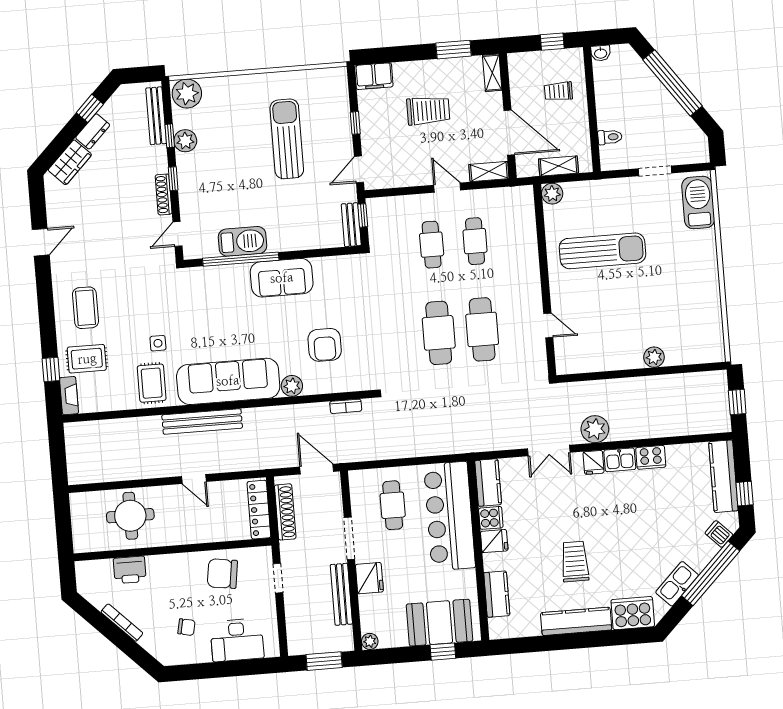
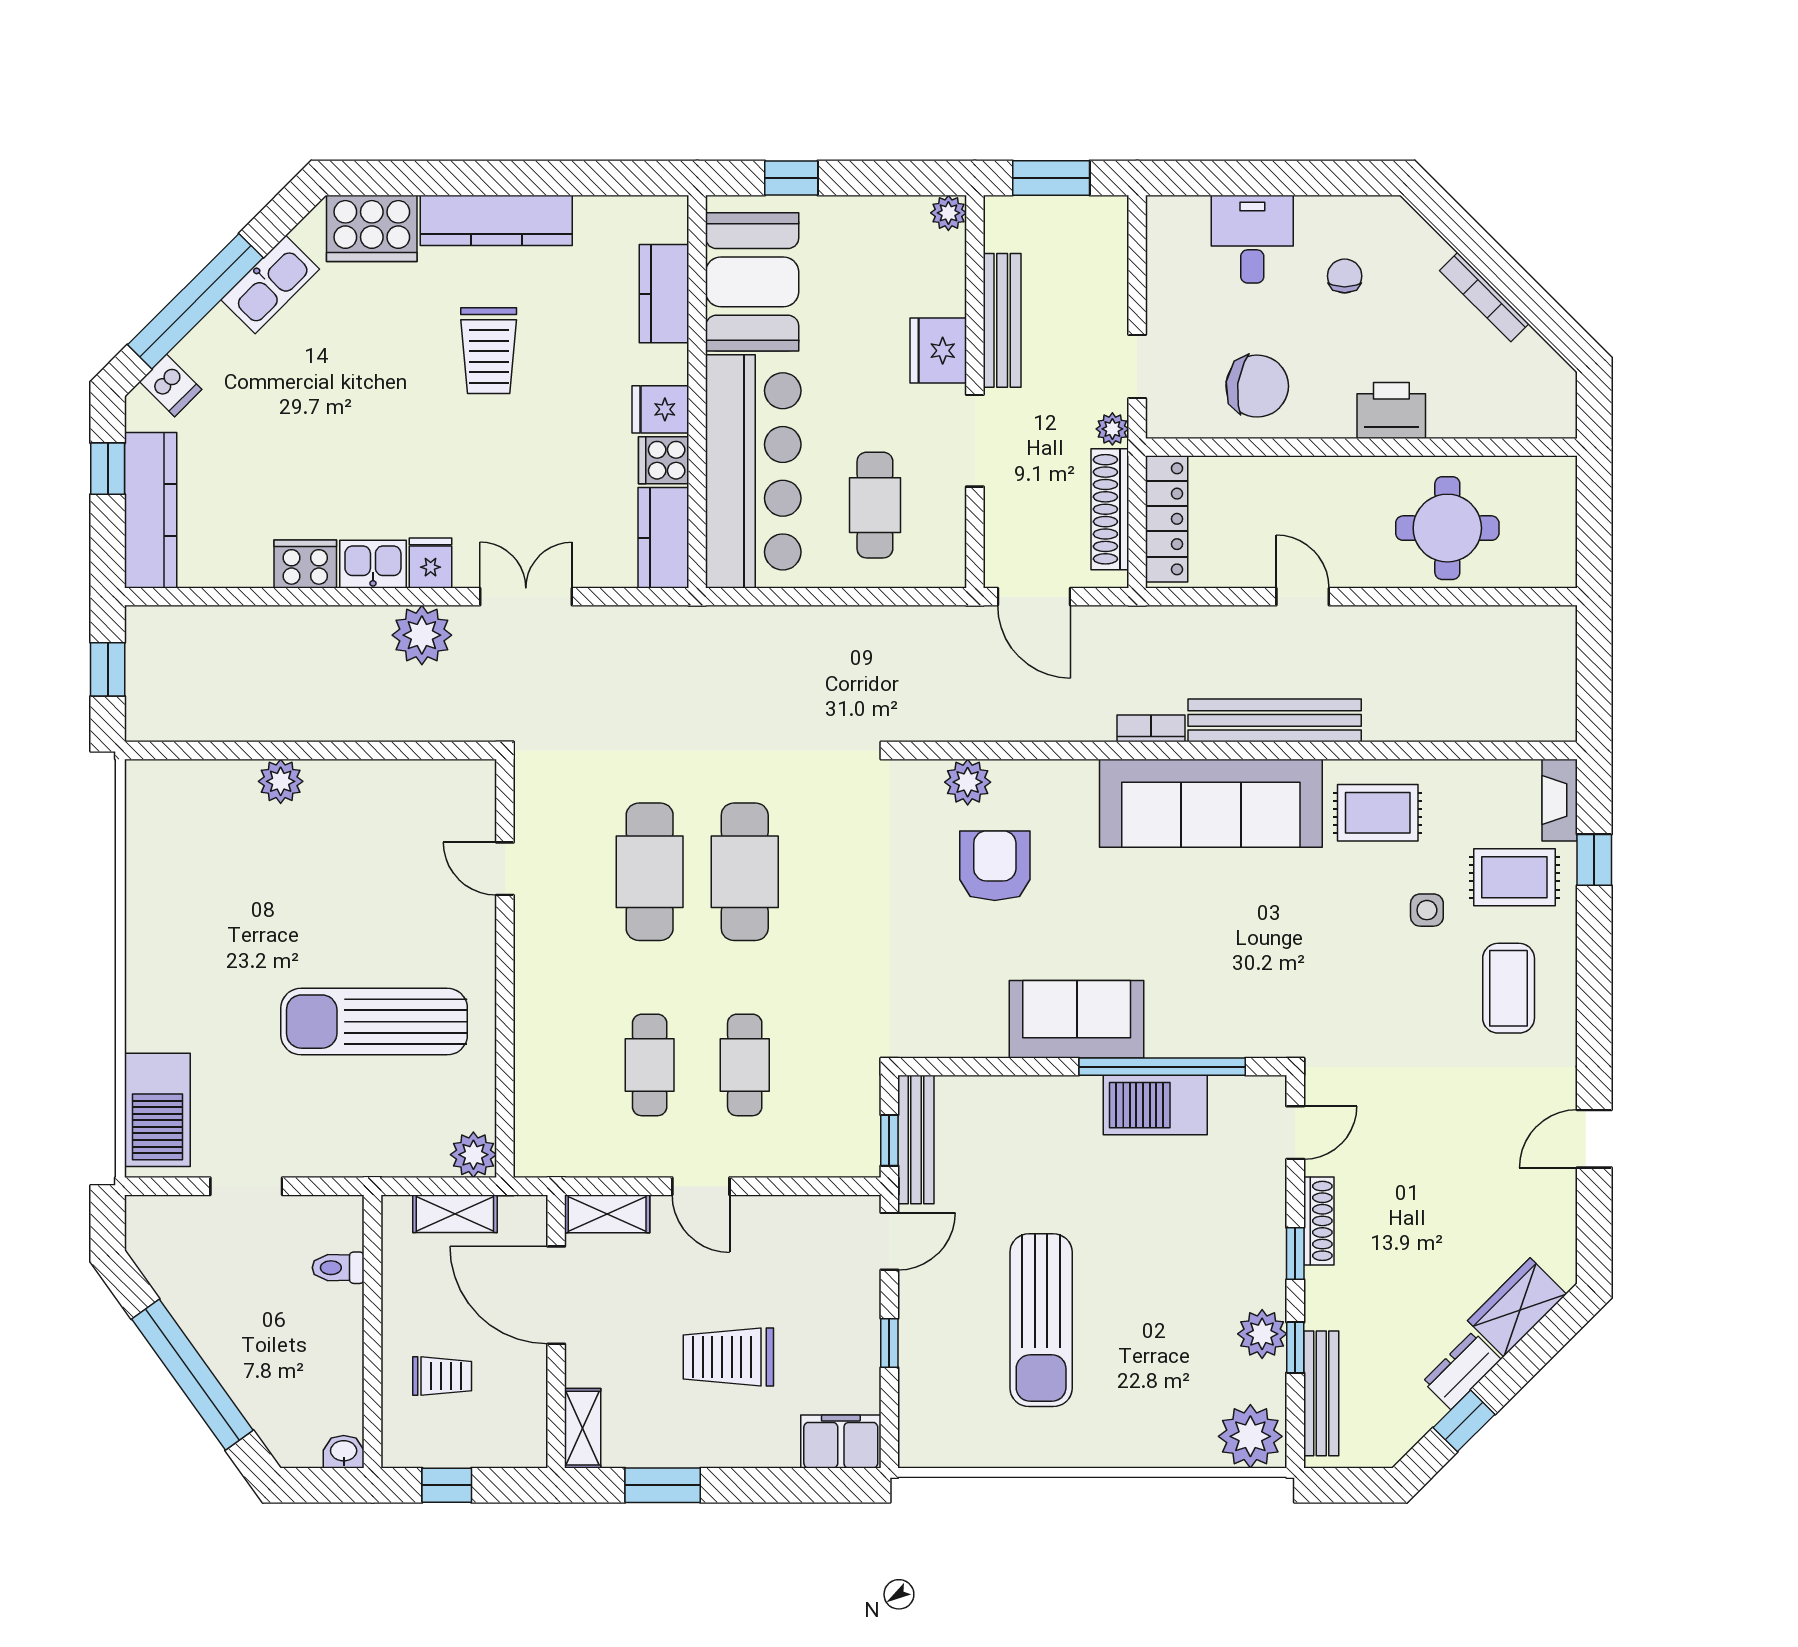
bench: (351, 225) -> (916, 1140), width x1.36
side table: (158, 343) -> (1427, 910), moved
rug: (152, 383) -> (1378, 813), turned 90
plant: (292, 386) -> (968, 782), moved
bookcase: (346, 406) -> (1151, 728), moved
plant: (287, 549) -> (1112, 429), added
printer: (130, 570) -> (1391, 410), moved
booth: (439, 623) -> (752, 282), moved, turned 90
chair: (186, 627) -> (1345, 276), turned 78
desk: (237, 640) -> (1252, 239), width x0.73

